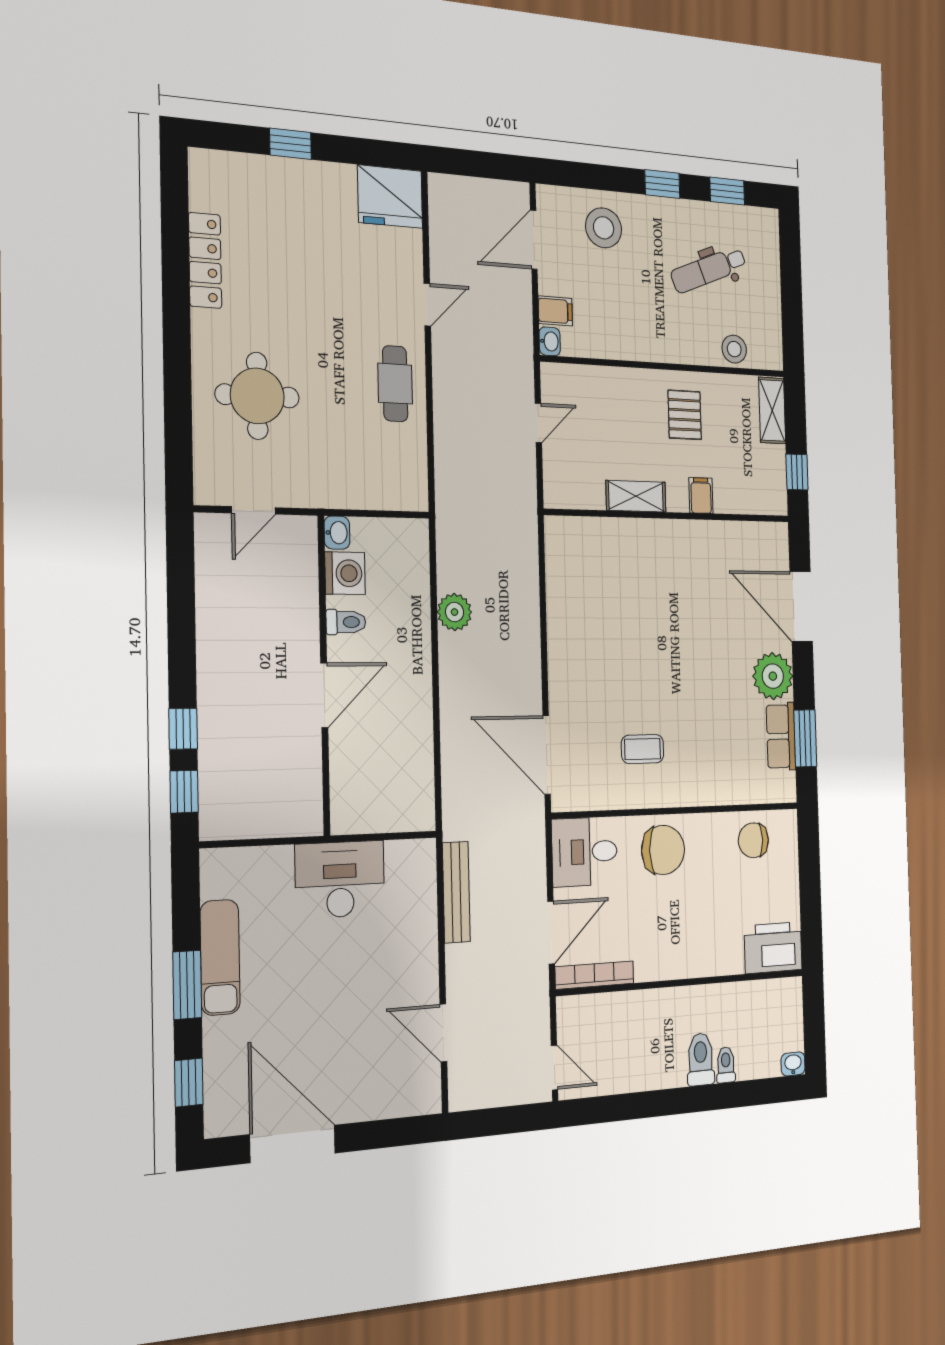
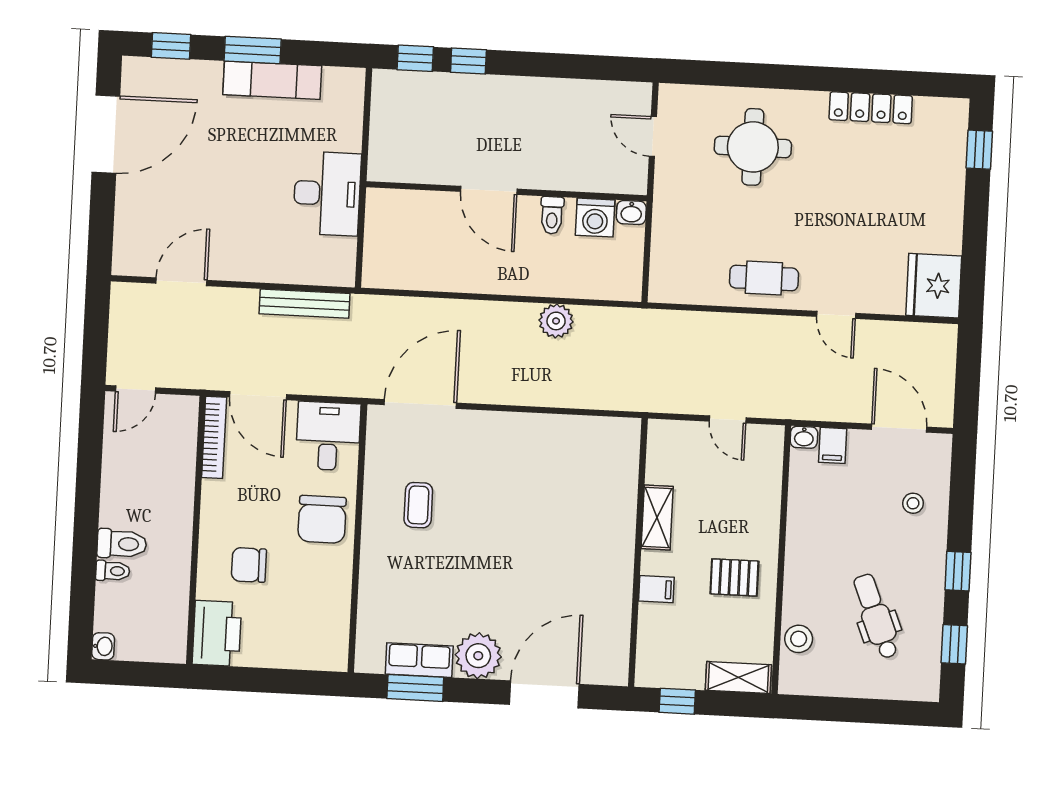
window: (291, 144) -> (979, 150), moved
stool: (604, 228) -> (913, 503), width x0.53, depth x0.53
chair: (753, 840) -> (249, 565), moved, turned -90

